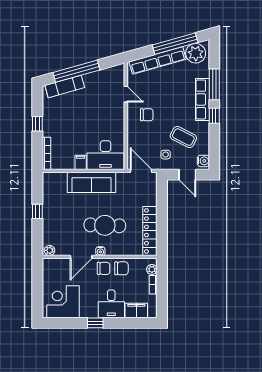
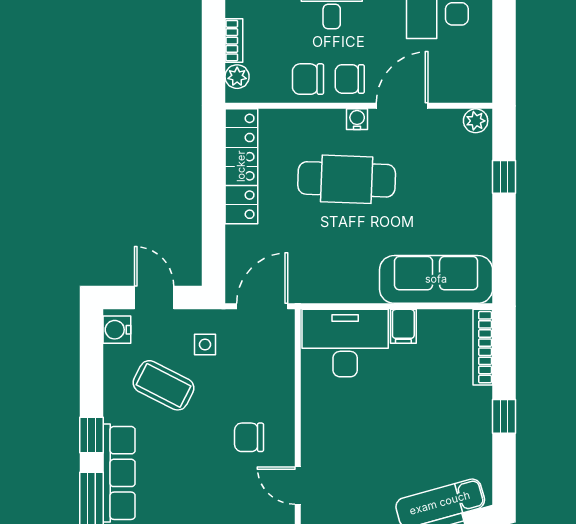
door: (141, 171) -> (262, 306), swing flipped
sofa: (92, 182) -> (436, 279), moved
window: (37, 211) -> (504, 177), moved

